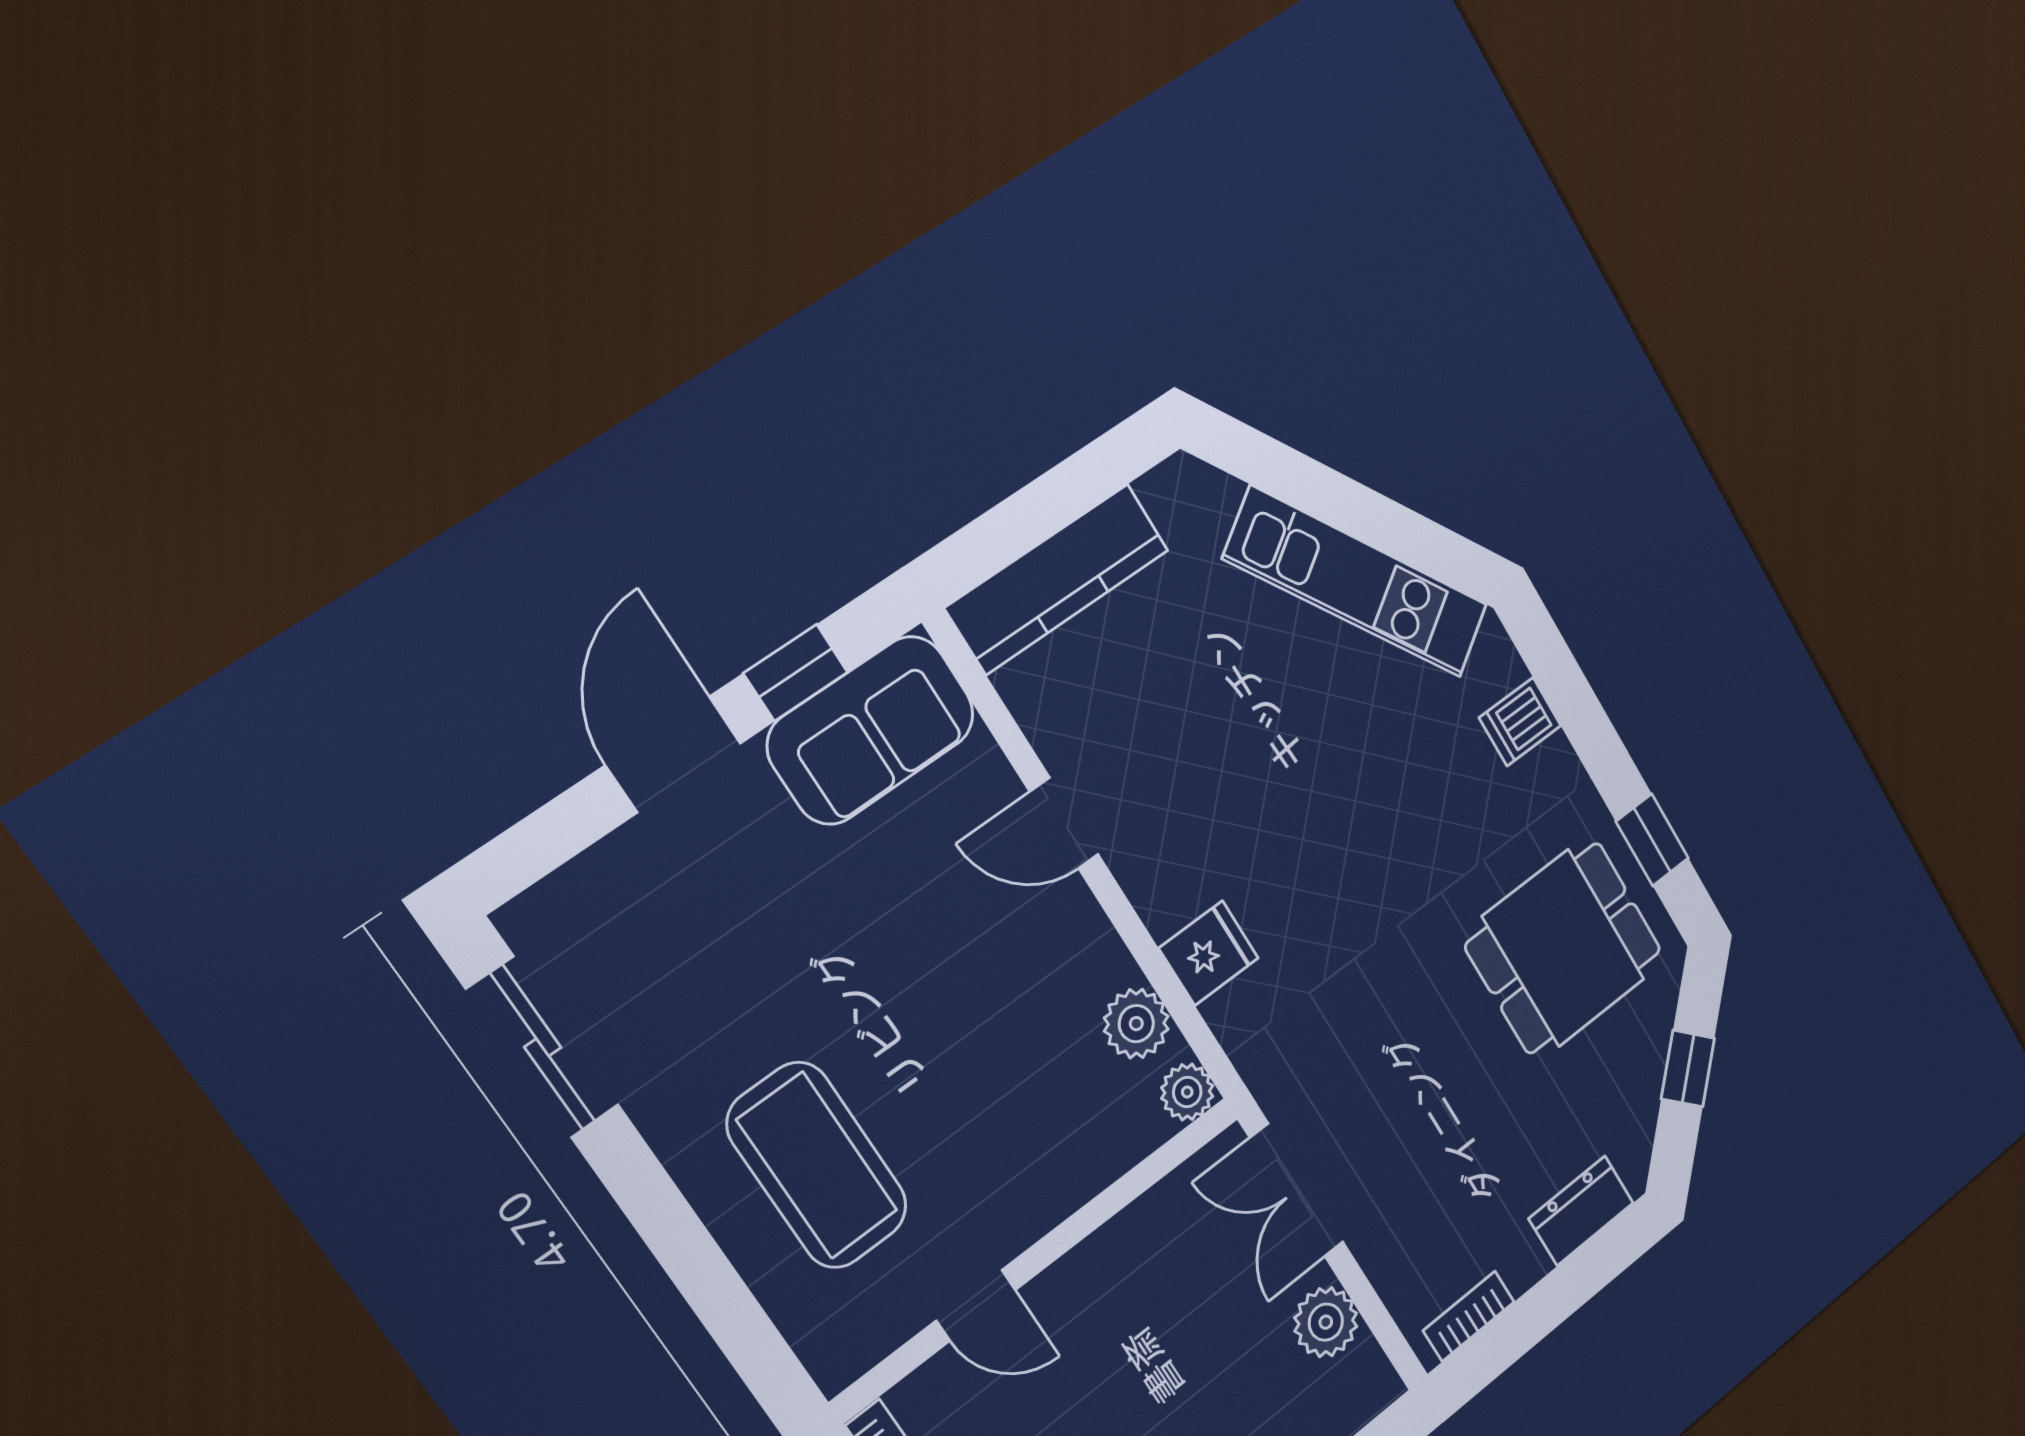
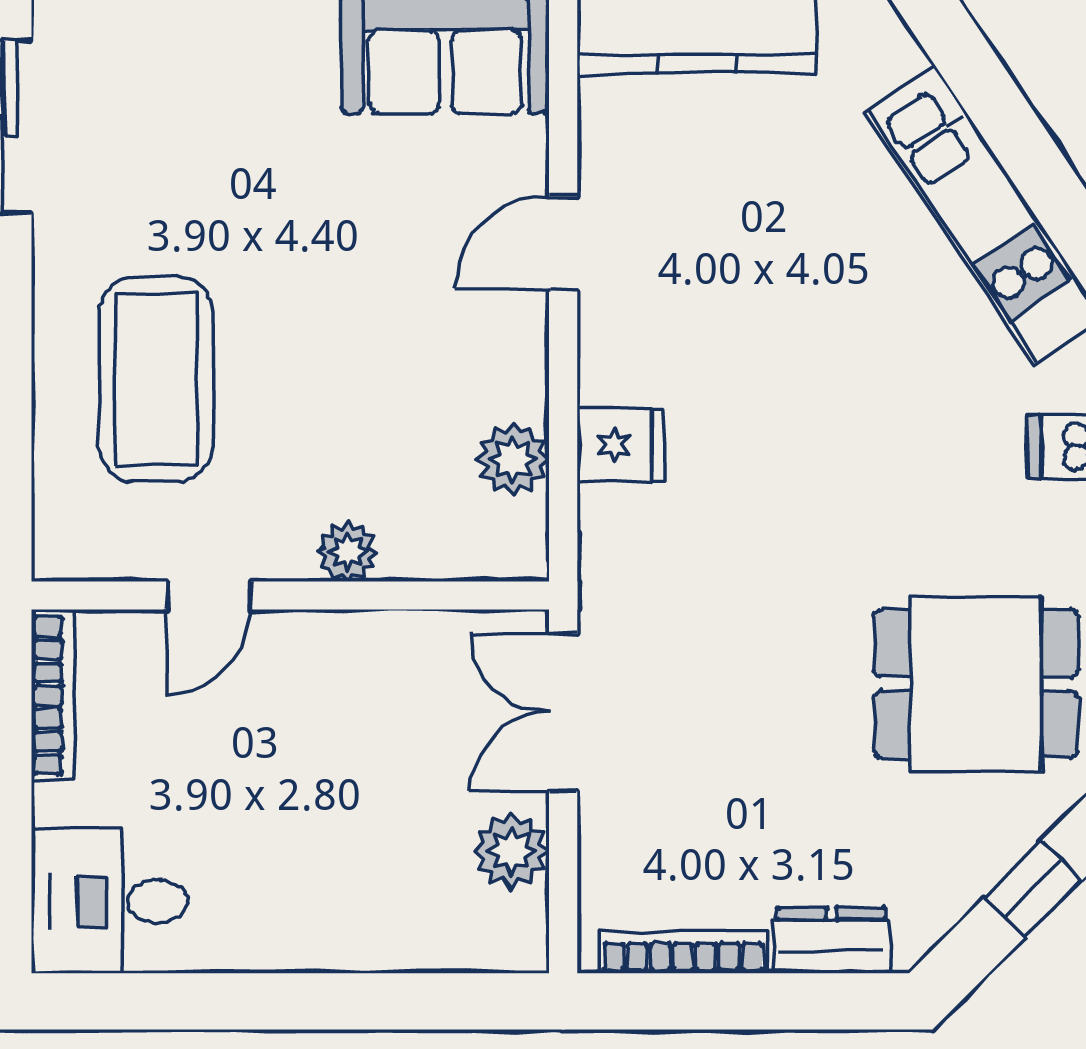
door: (1064, 823) -> (563, 243), hinge flipped
plant: (1187, 1092) -> (347, 552), moved
door: (976, 1305) -> (209, 595), hinge flipped
bookcase: (1469, 1316) -> (683, 952), width x1.56

